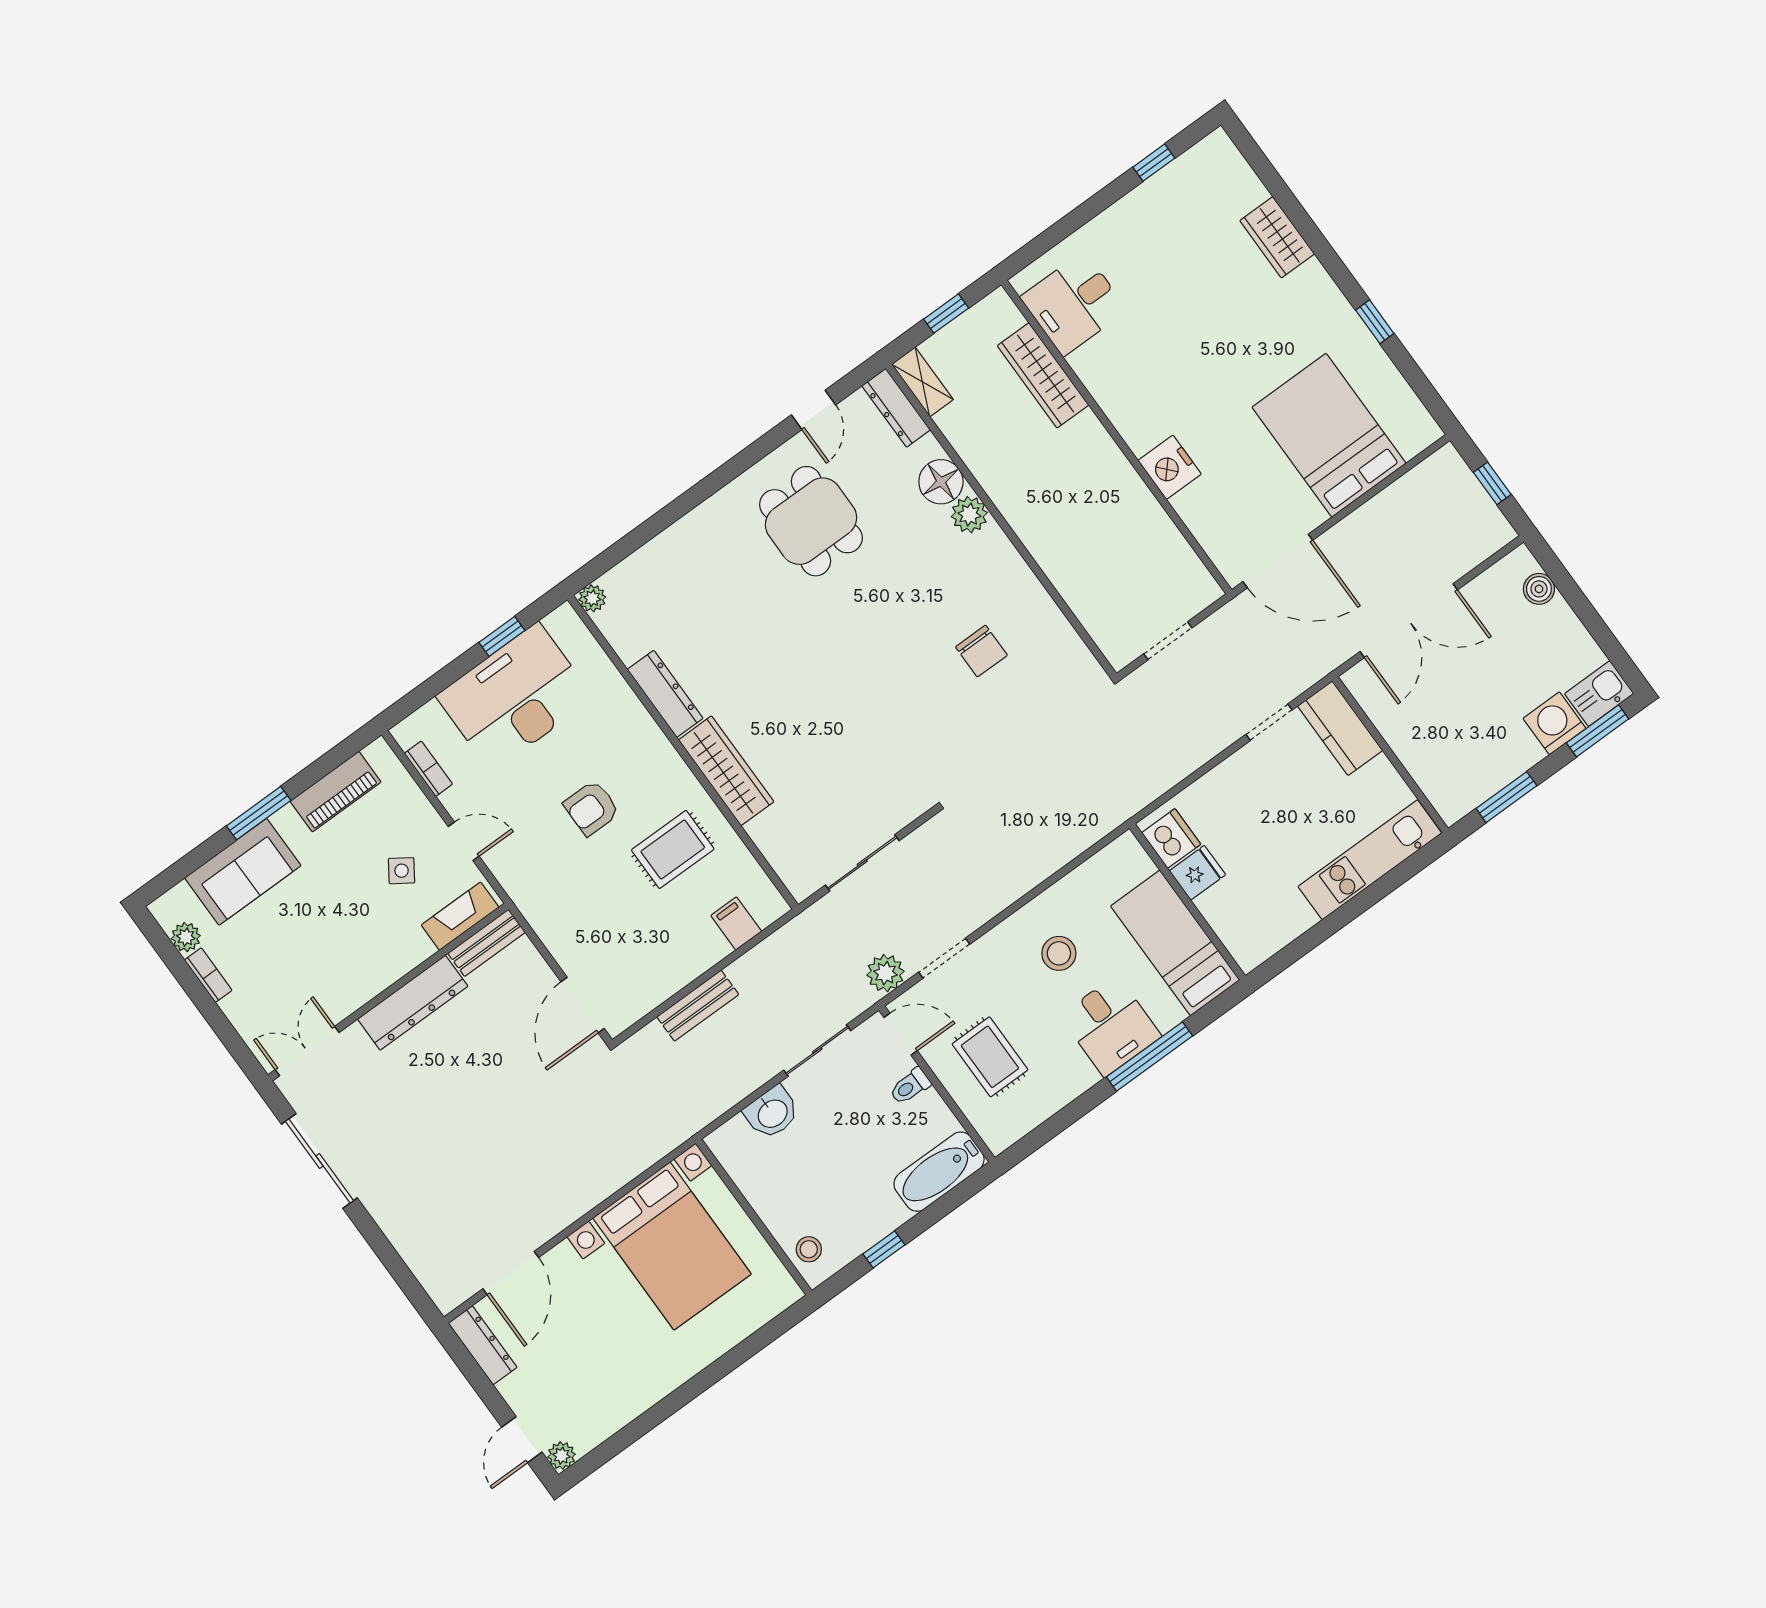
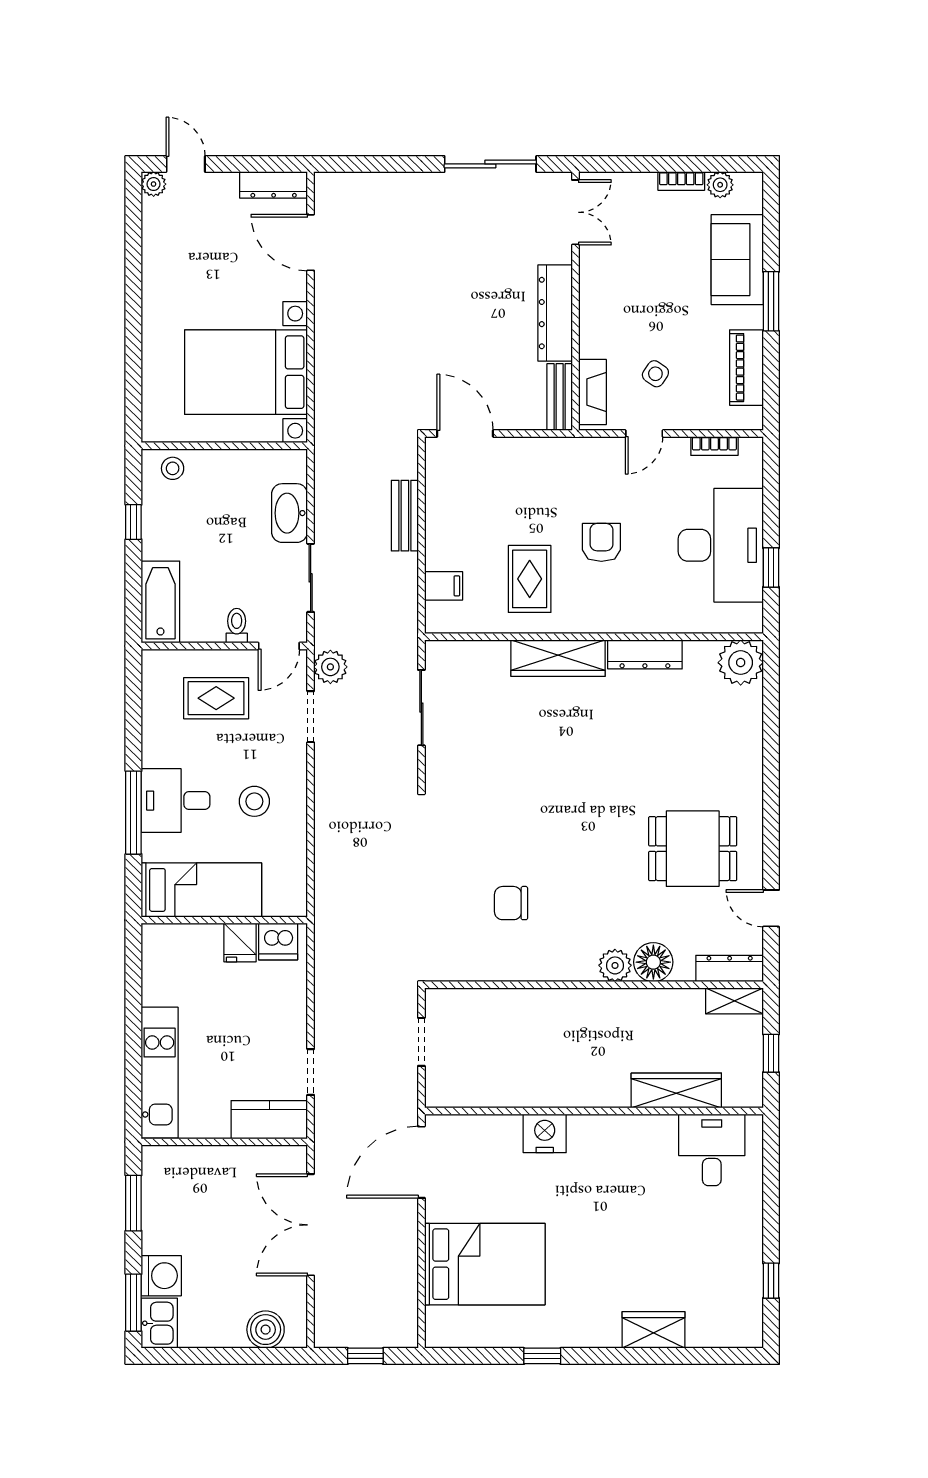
boiler: (1539, 589) -> (266, 1330), width x1.36, depth x1.36
plant: (592, 598) -> (741, 663), width x1.88, depth x1.88
washbasin: (772, 1113) -> (290, 513), width x1.38

